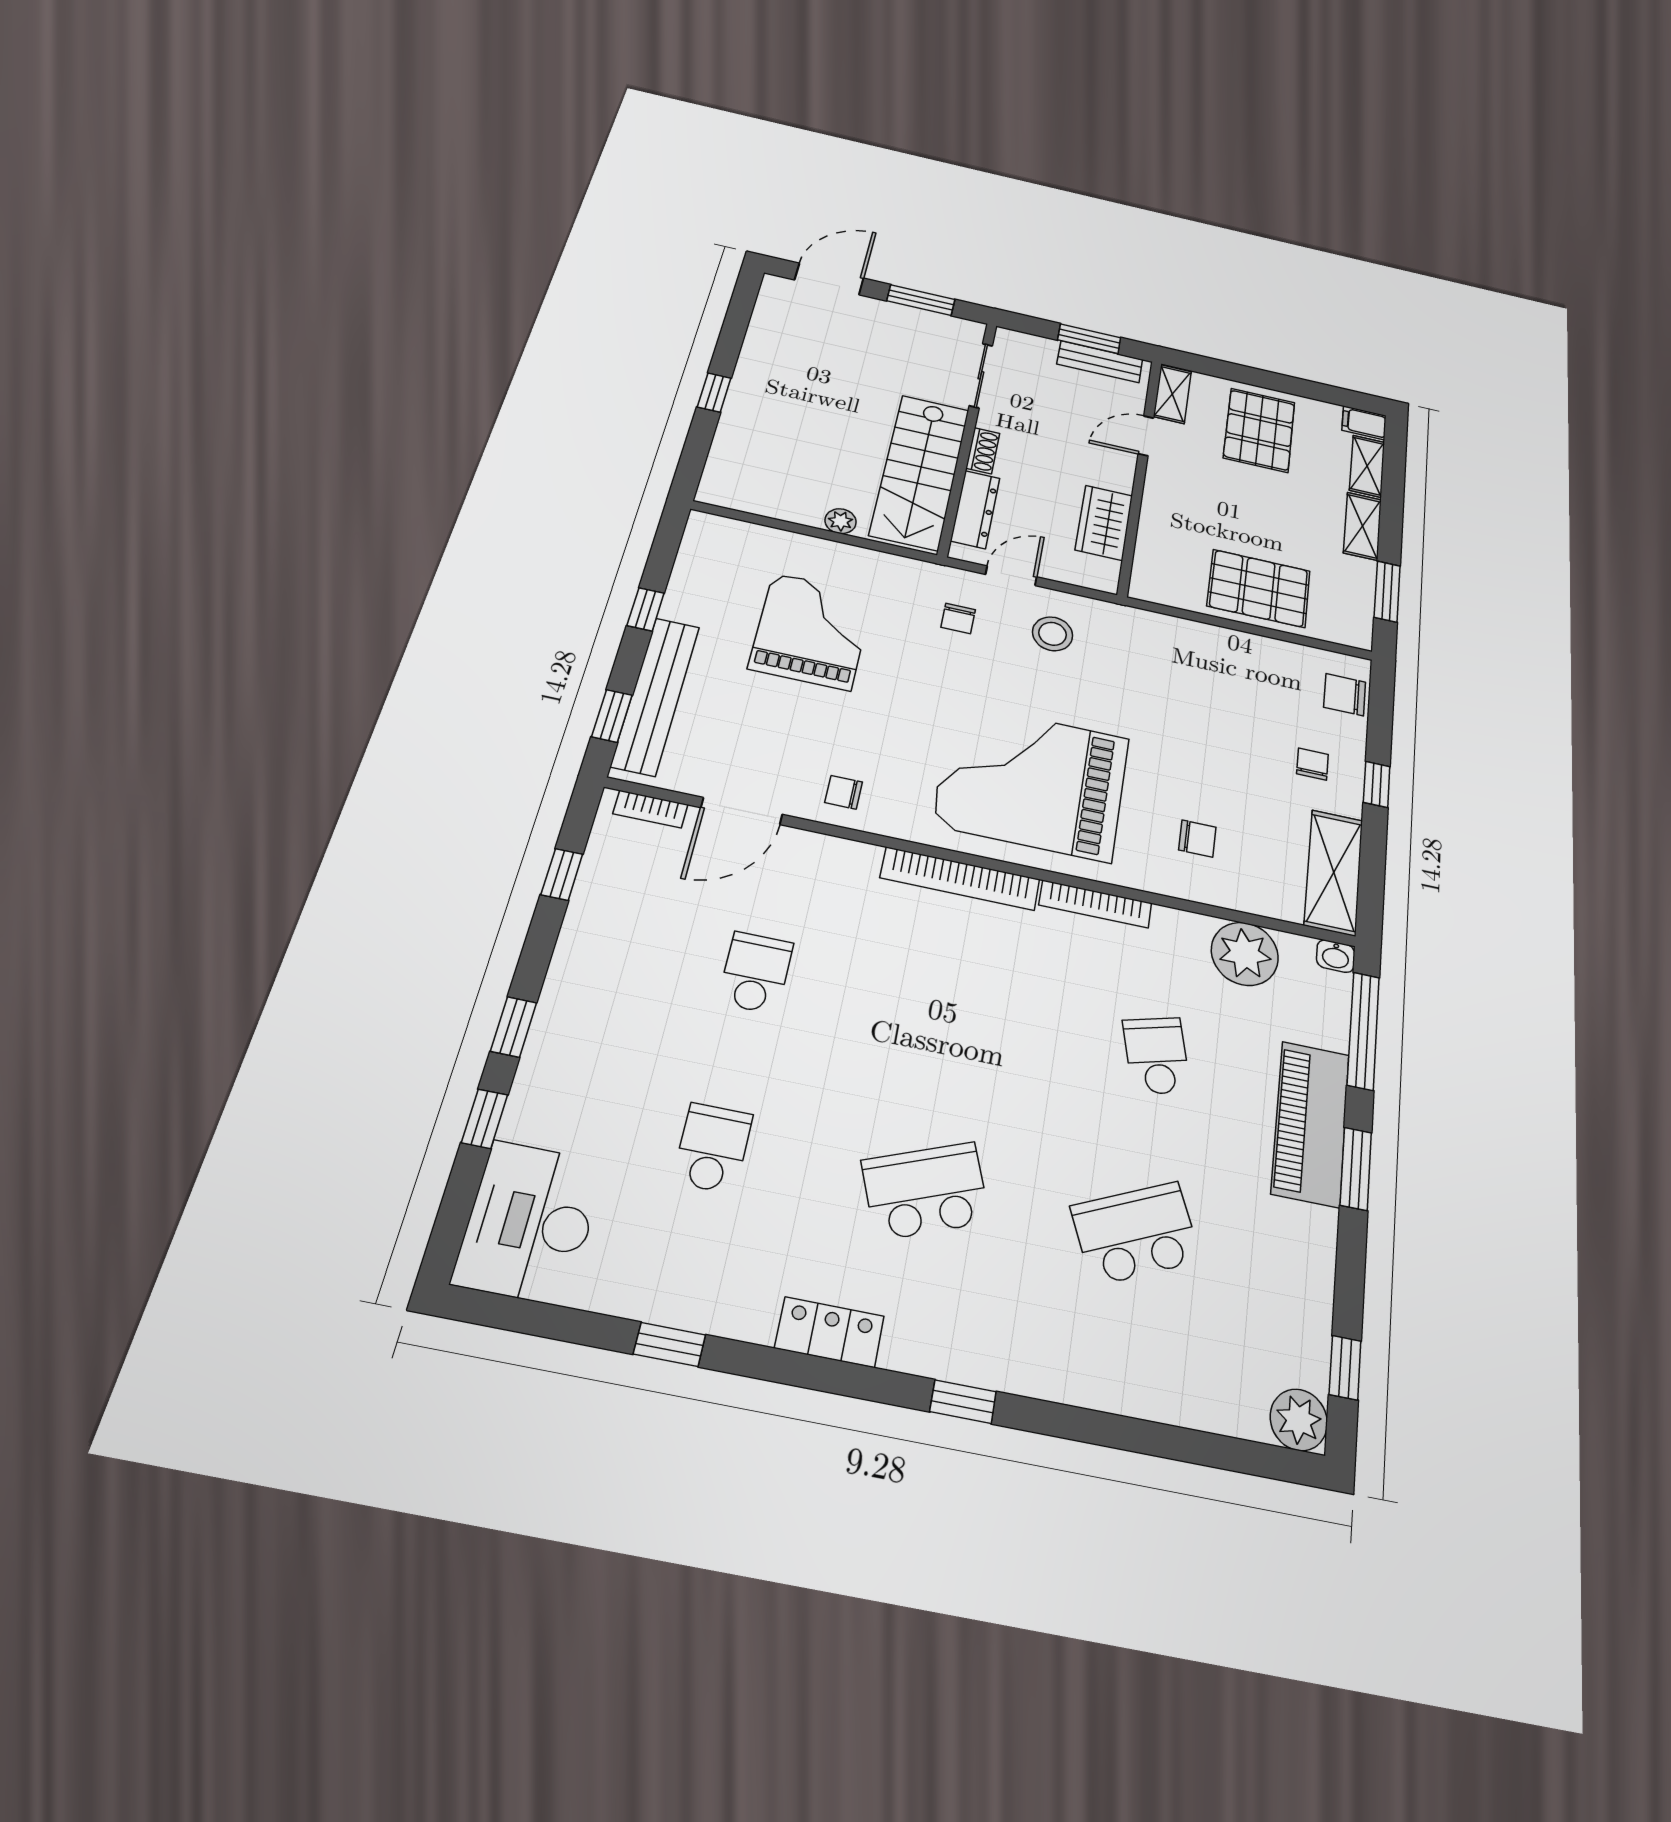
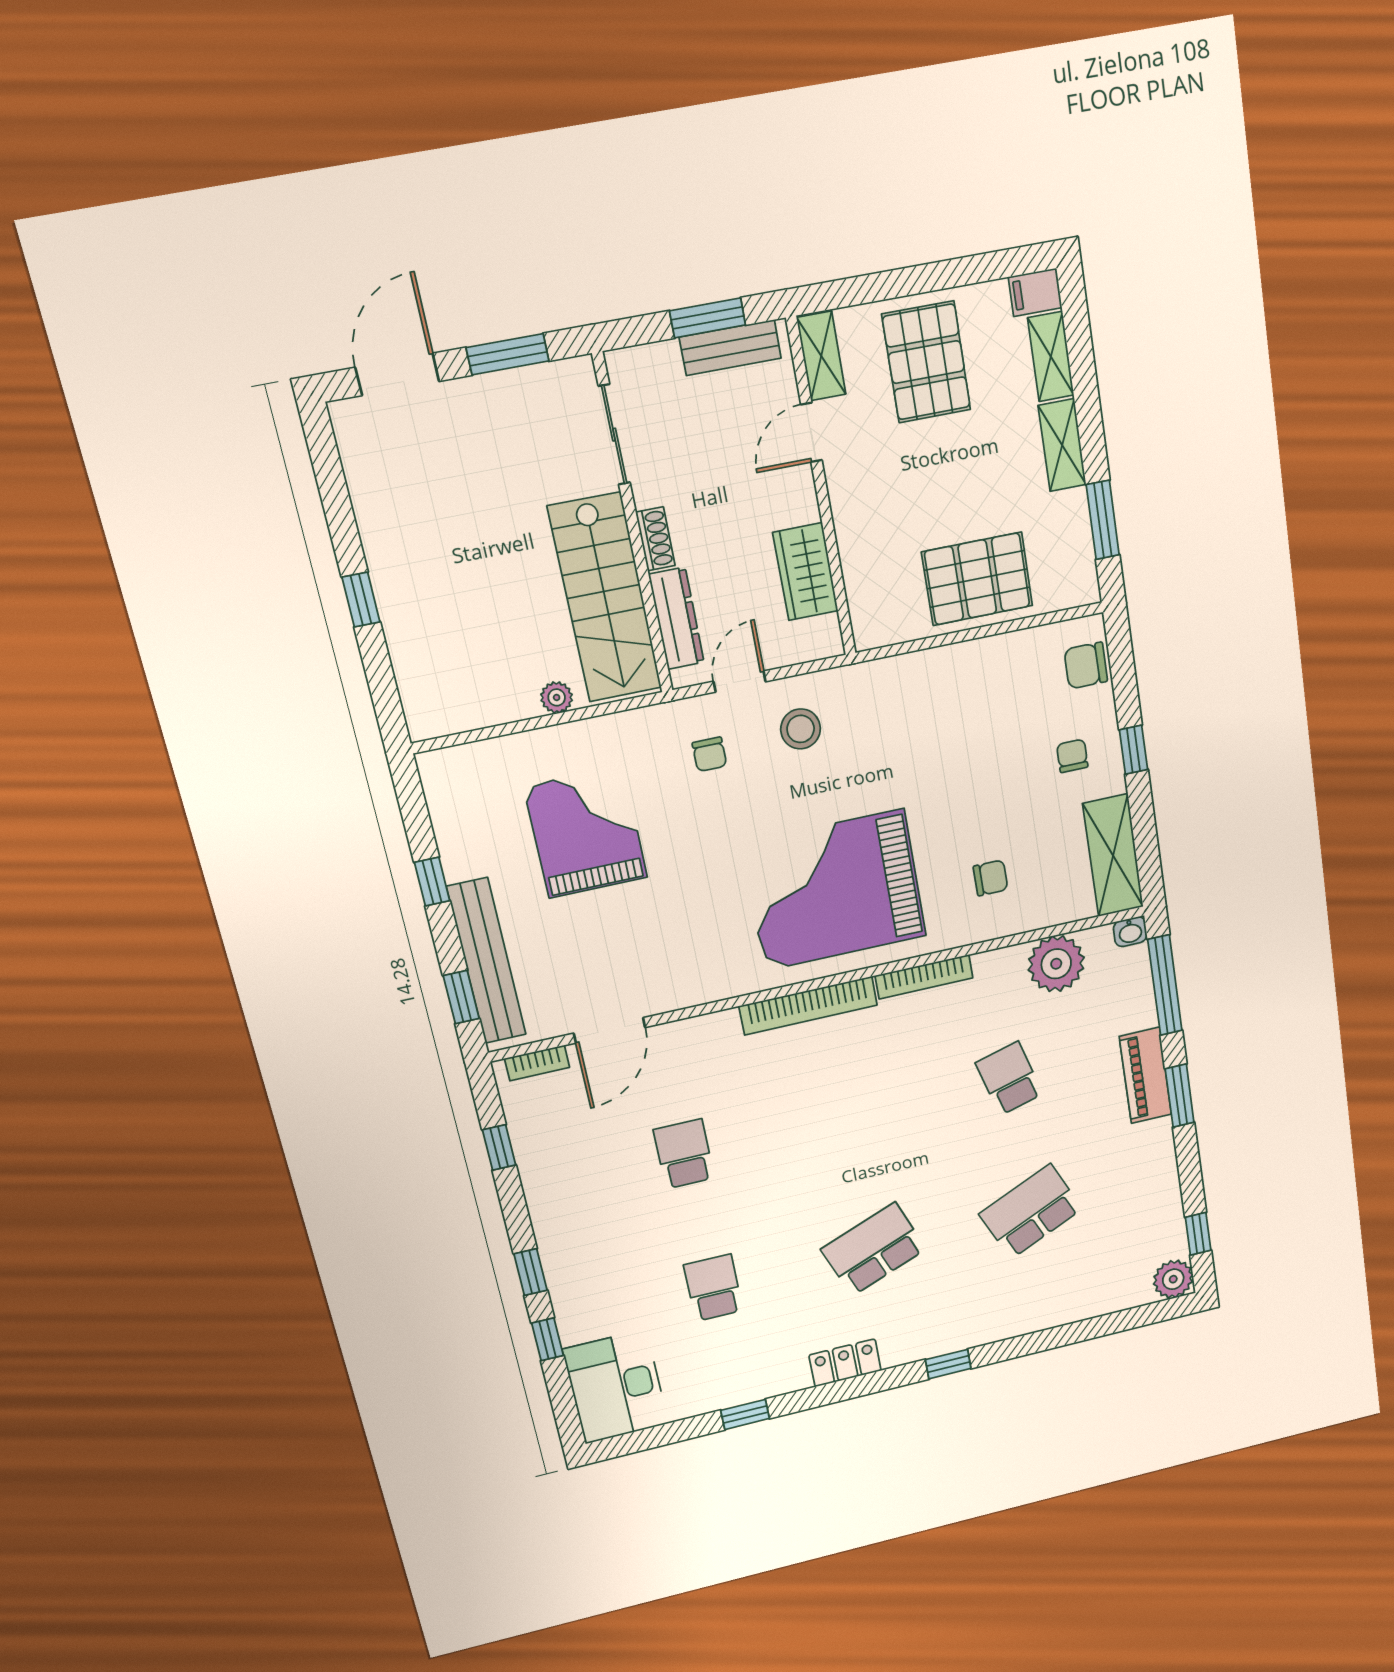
chair: (844, 792) -> (683, 975), removed
piano: (1311, 1123) -> (1145, 1075), width x0.73, depth x0.75

